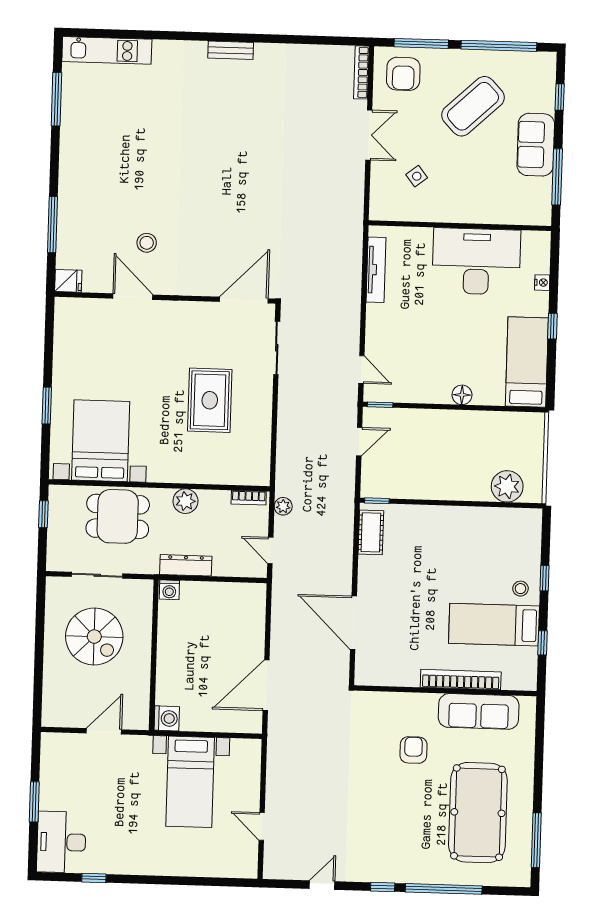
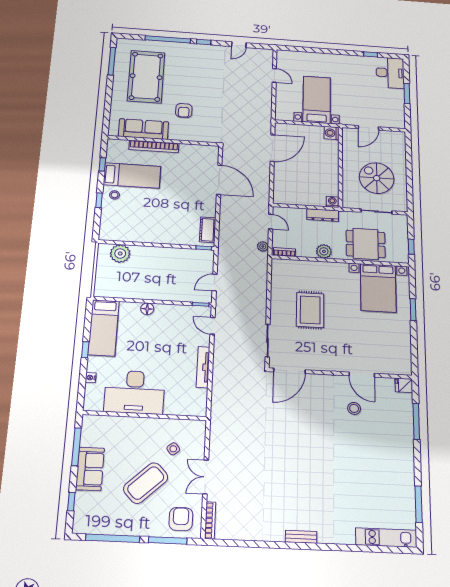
coffee table: (473, 106) -> (146, 483), moved
tv unit: (376, 270) -> (203, 367), moved

